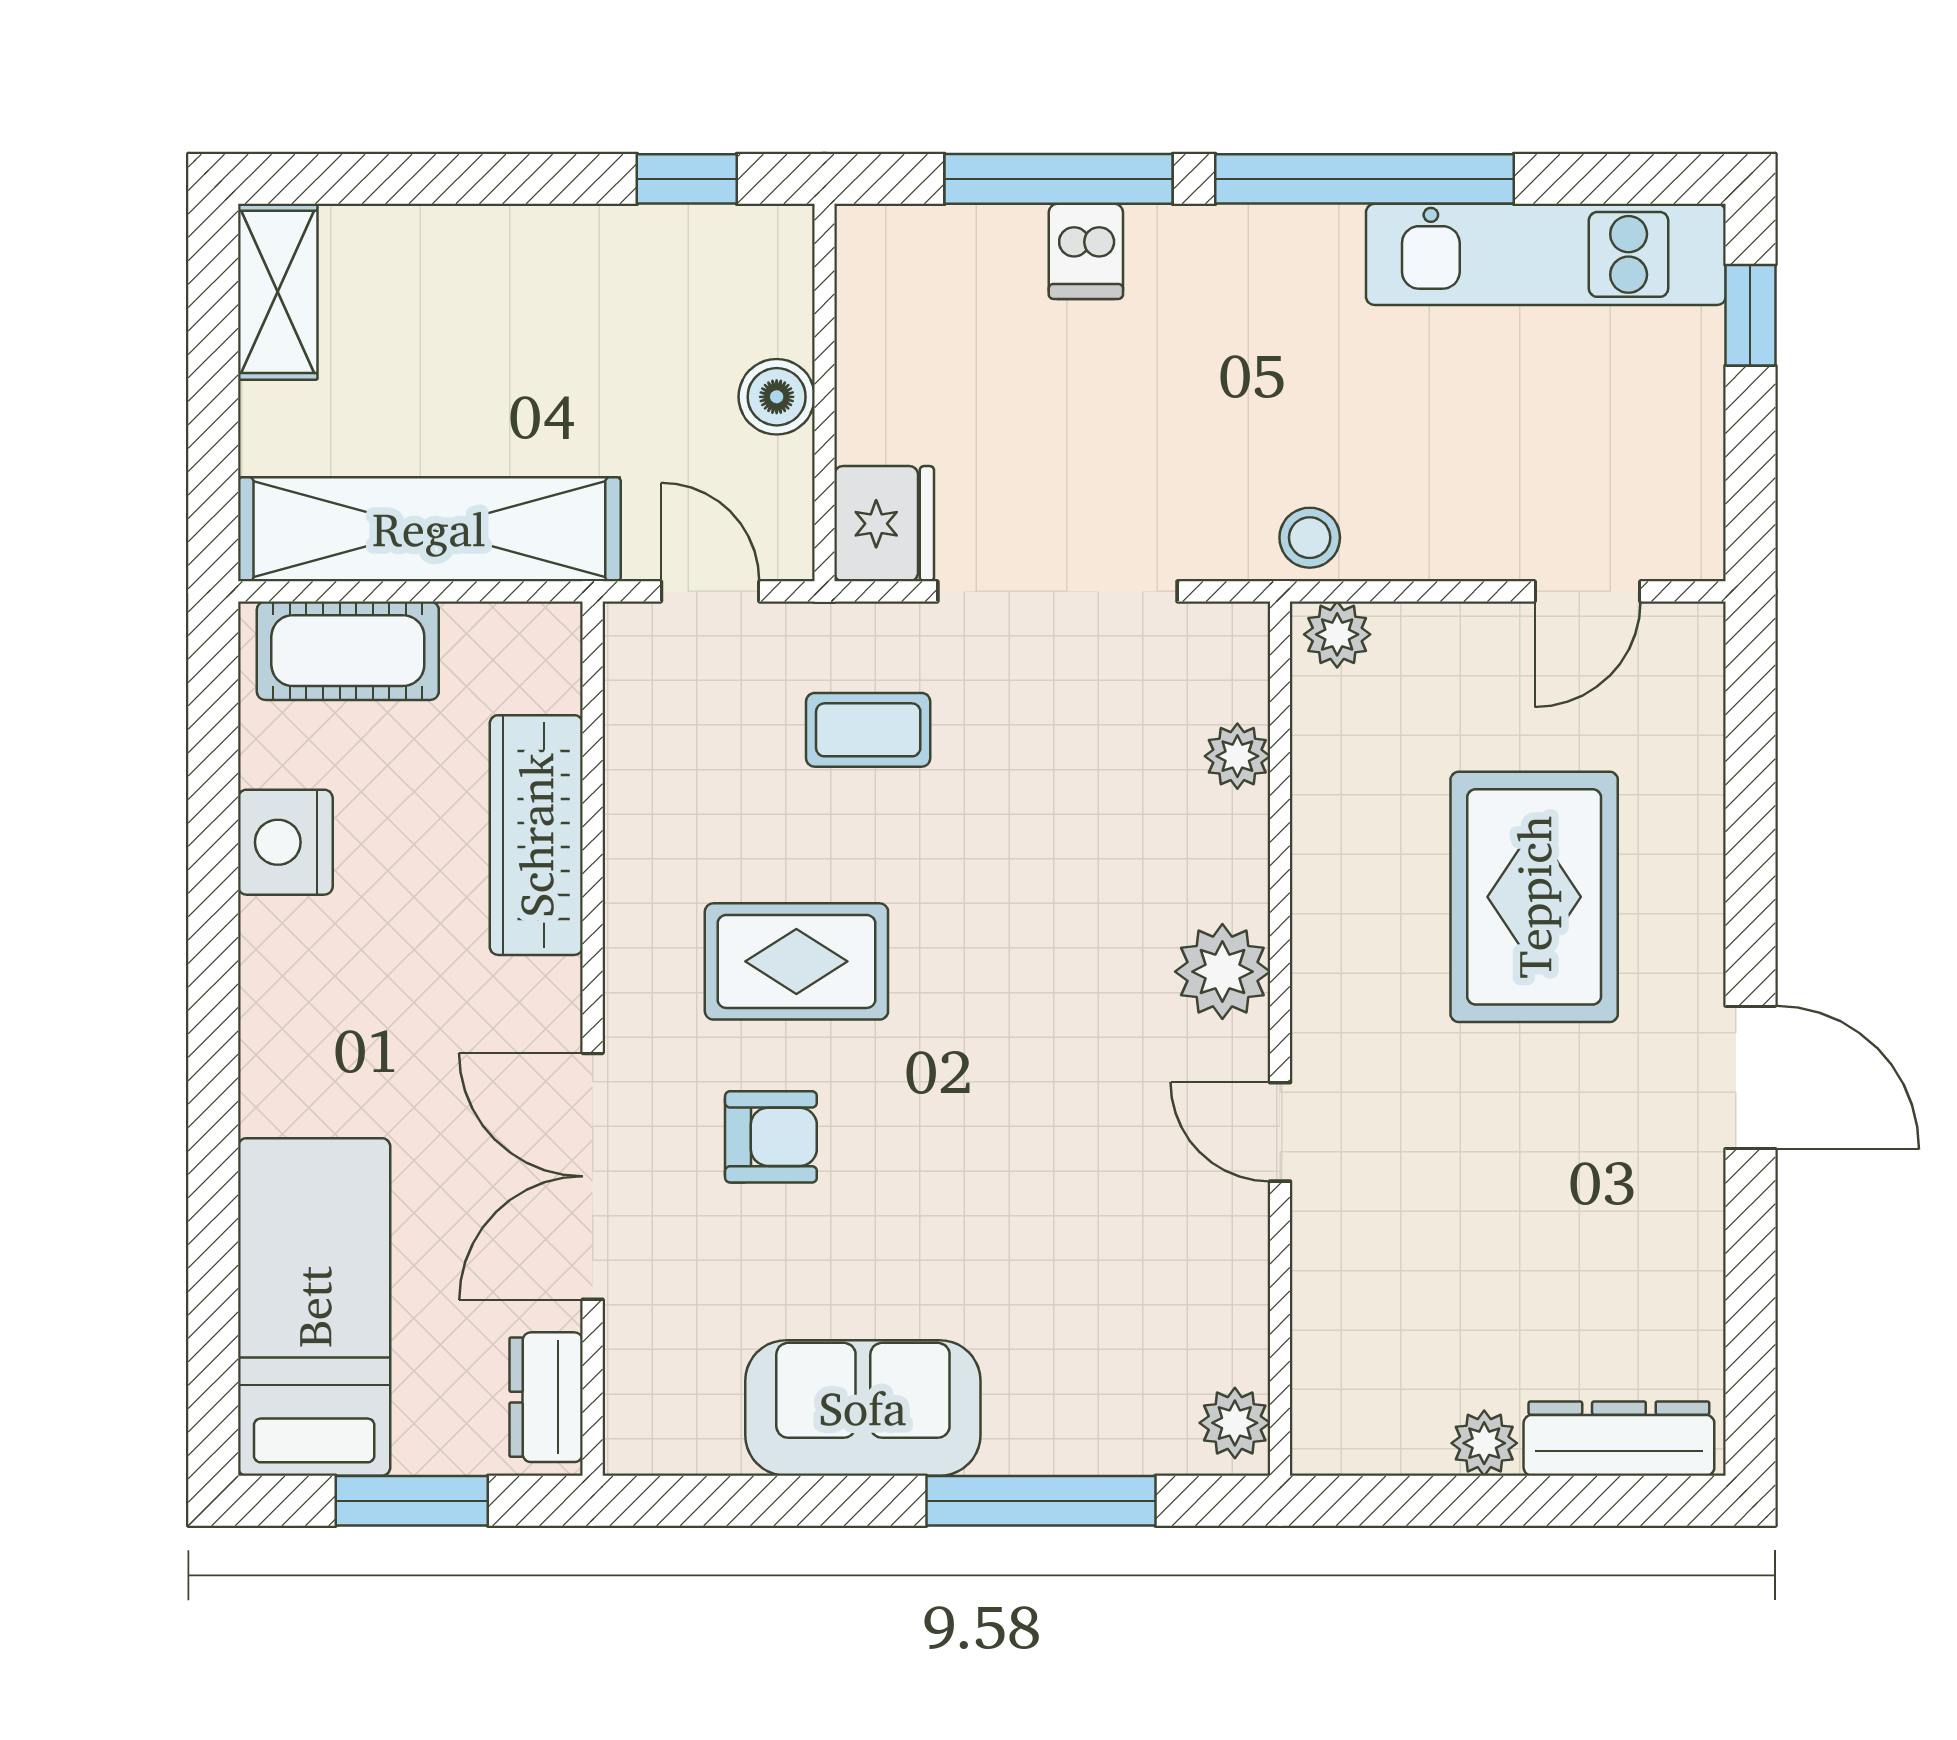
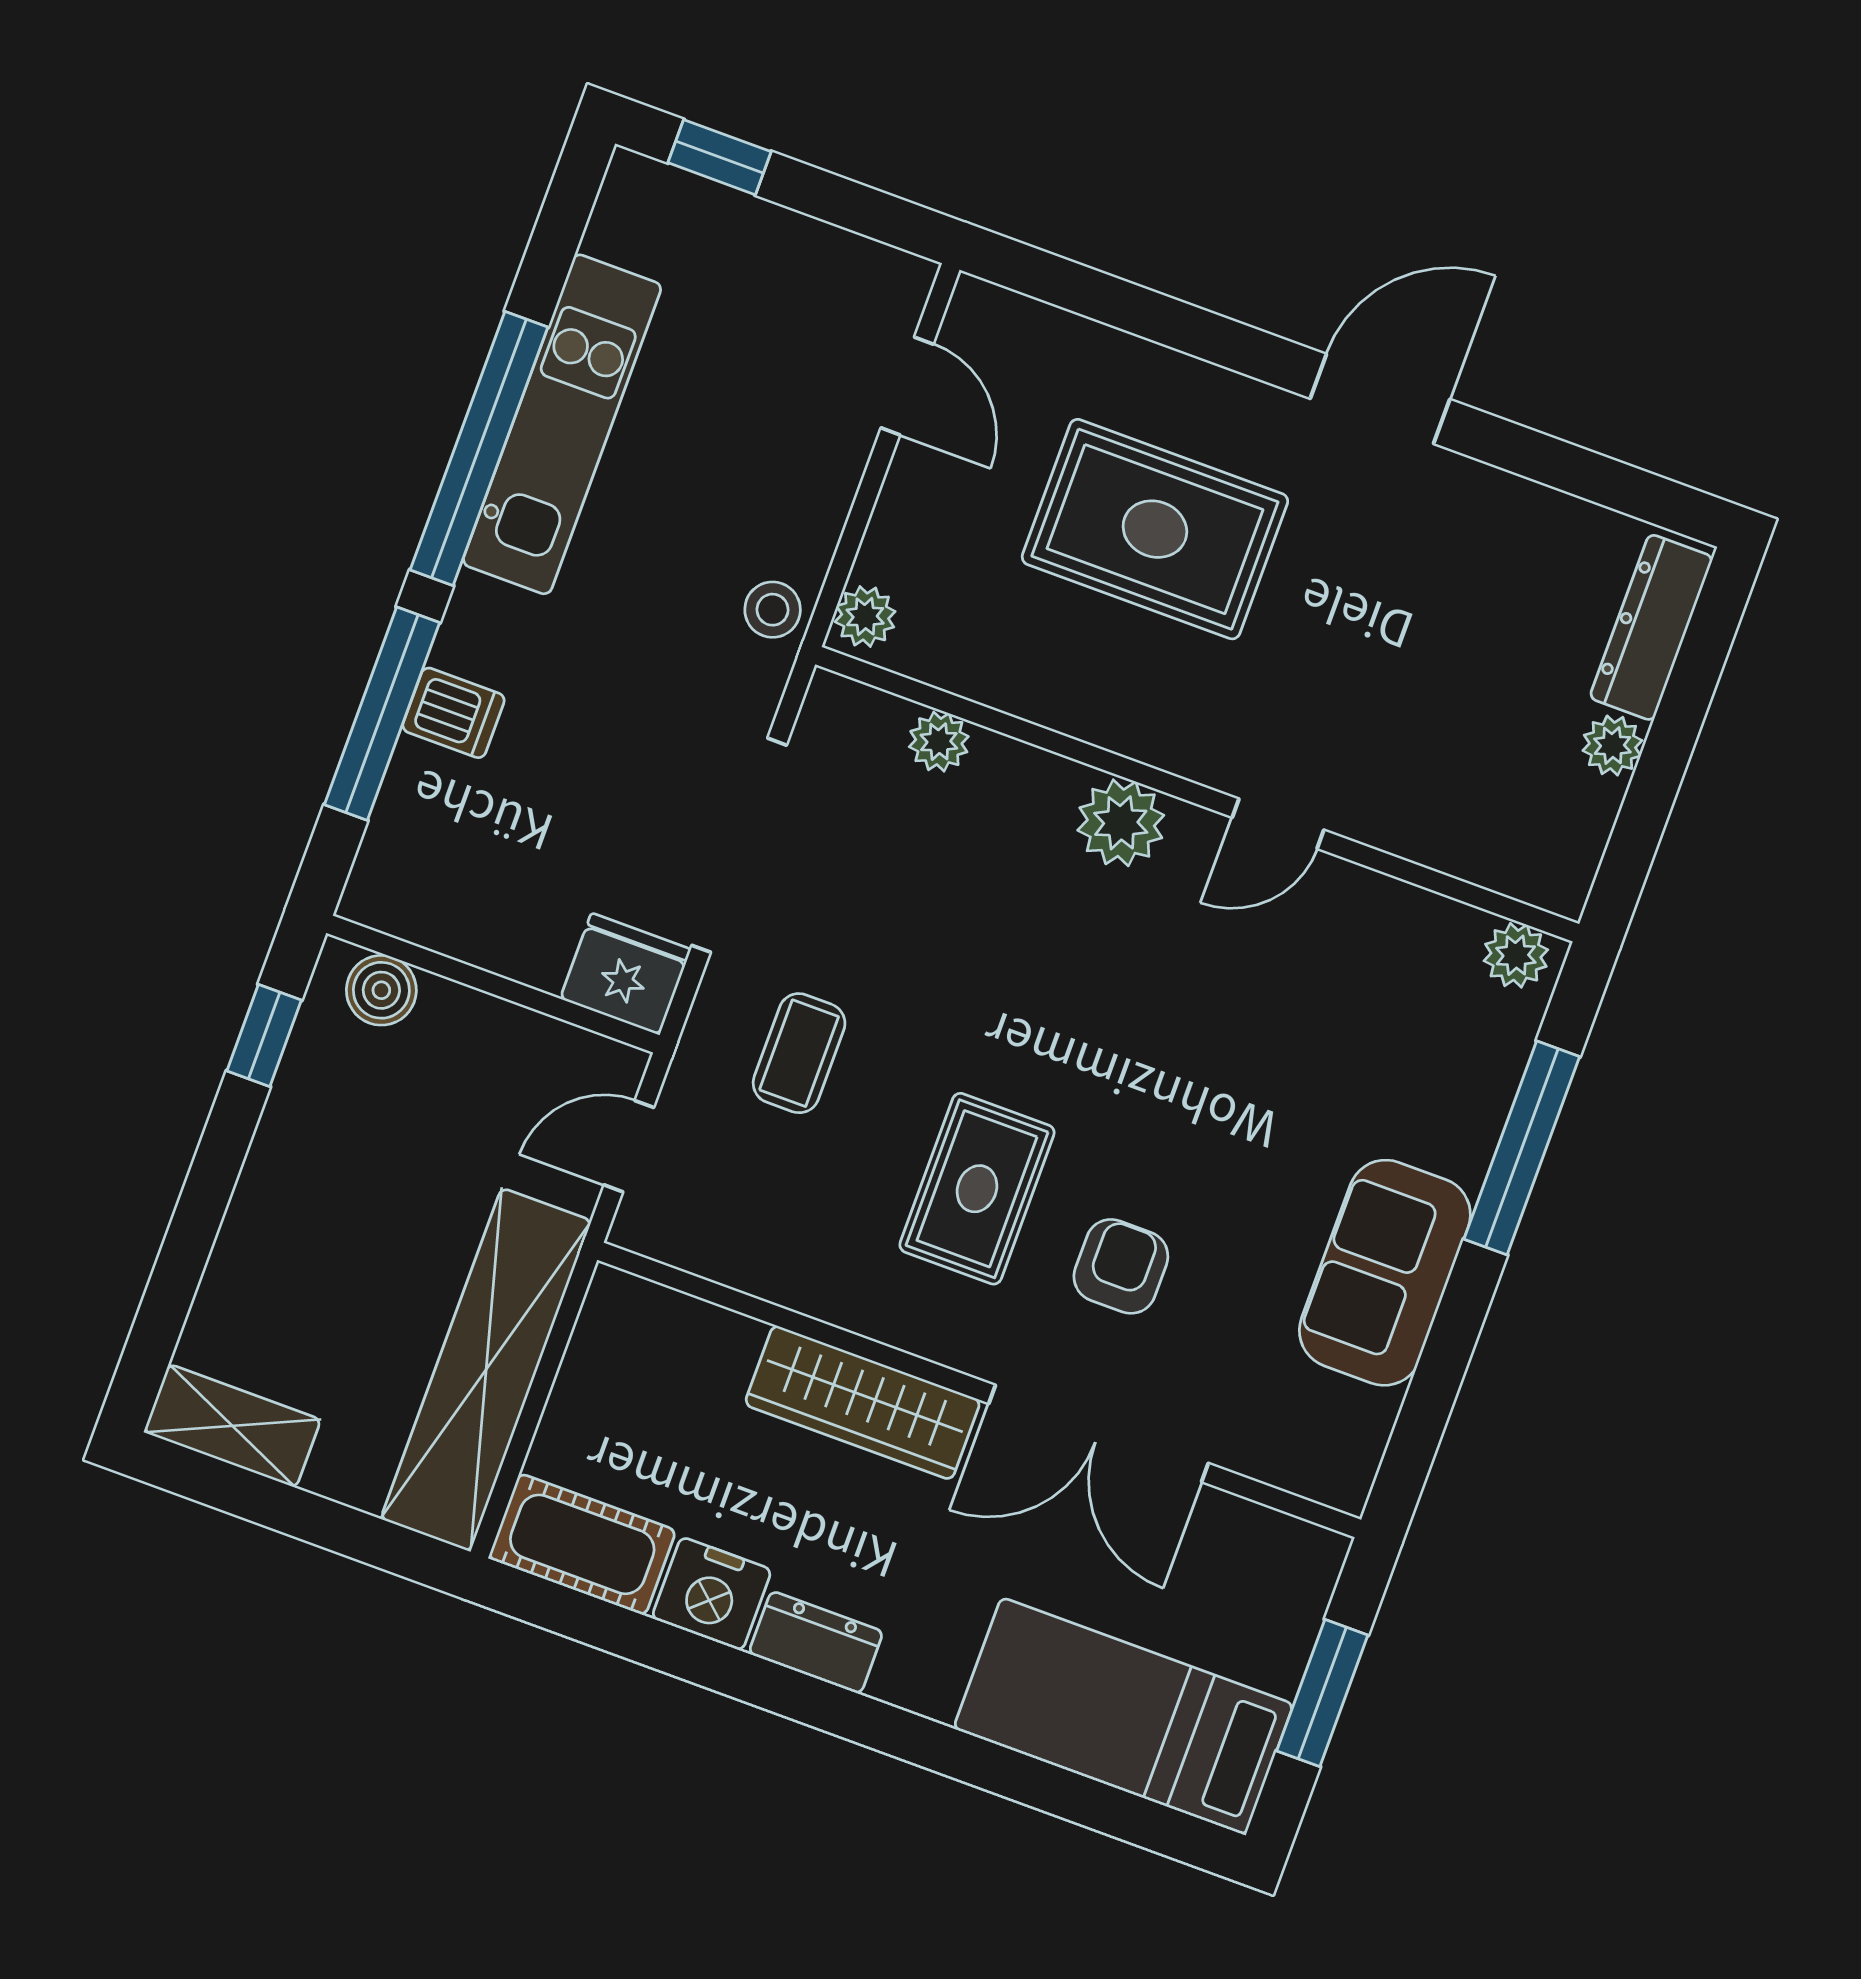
kitchen unit: (1546, 254) -> (562, 424), moved
boiler: (777, 397) -> (381, 990), moved
cot: (348, 651) -> (582, 1544), moved, turned 90
wardrobe: (536, 835) -> (863, 1403), moved
dresser: (546, 1397) -> (816, 1642), moved, turned 180

